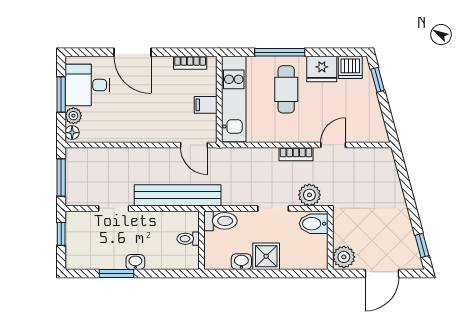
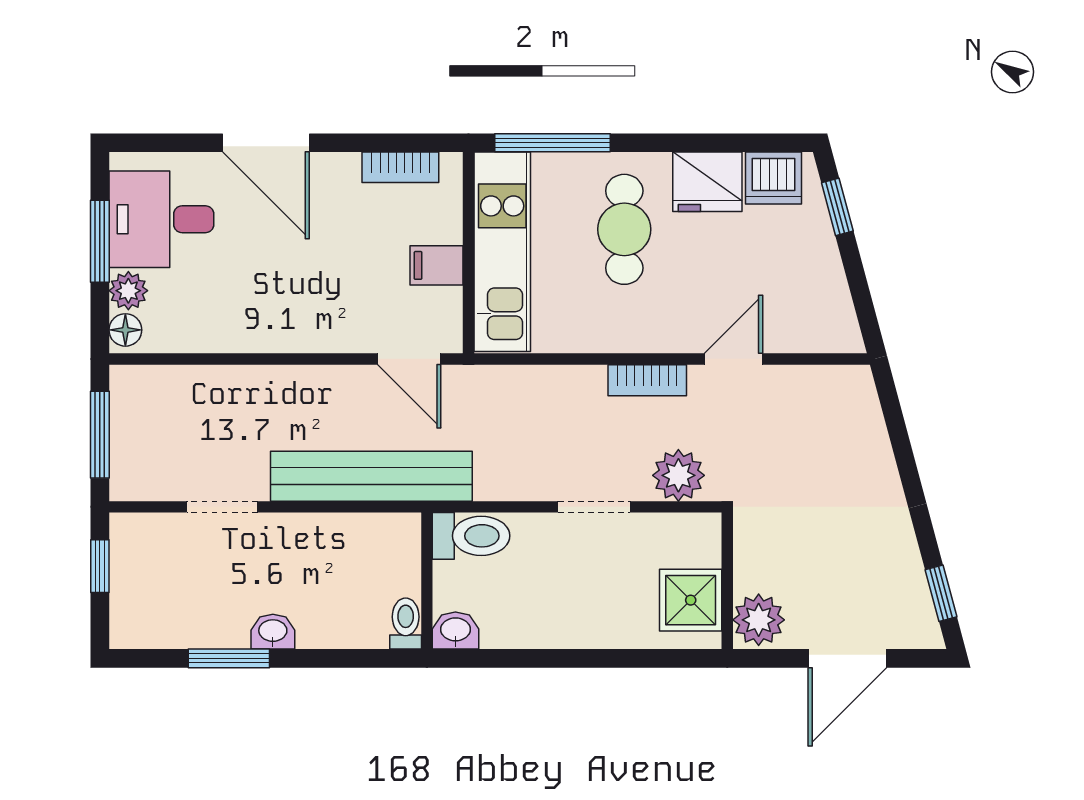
window: (280, 52) -> (553, 143), moved
bidet: (314, 224) -> (688, 542), removed
toilet: (188, 239) -> (406, 623), moved, turned 90
shower: (266, 256) -> (691, 600), moved
washbasin: (241, 262) -> (455, 630), moved

